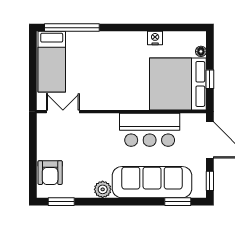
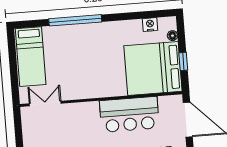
window: (72, 28) -> (75, 20), moved
nightstand: (155, 38) -> (150, 25), moved

